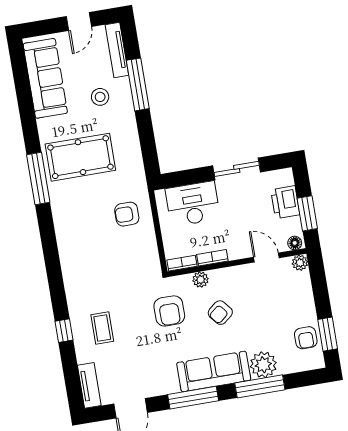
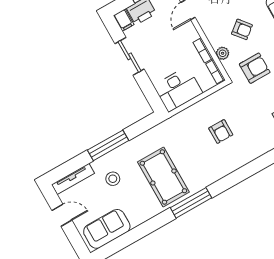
sofa: (45, 78) -> (107, 229), width x0.73
window: (138, 84) -> (108, 145), moved
filing cabinet: (282, 177) -> (124, 20), added
desk: (193, 204) -> (178, 89), moved, turned -90
armchair: (127, 214) -> (221, 131), moved

